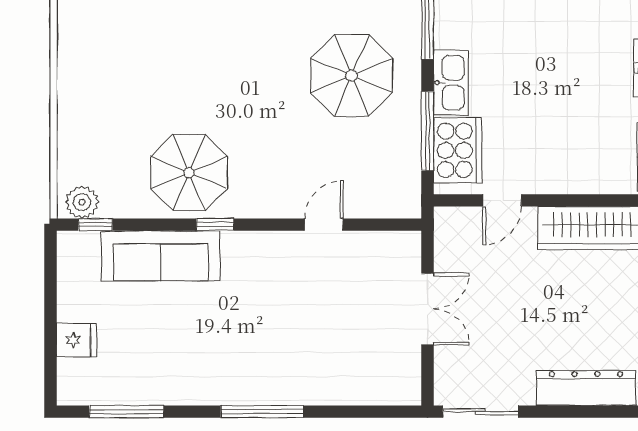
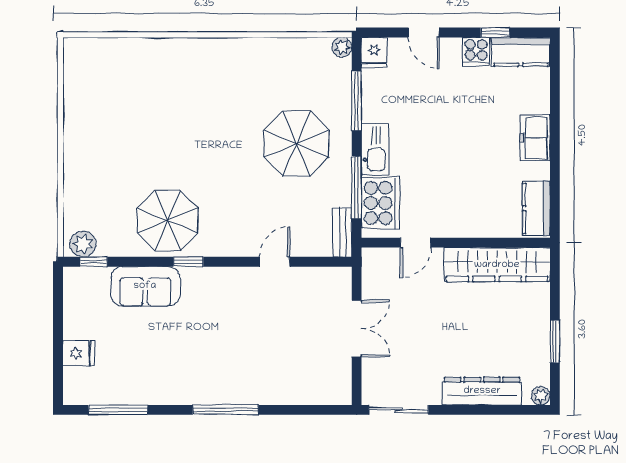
bench: (410, 187) -> (342, 232), added
sofa: (161, 256) -> (145, 286), width x0.73

